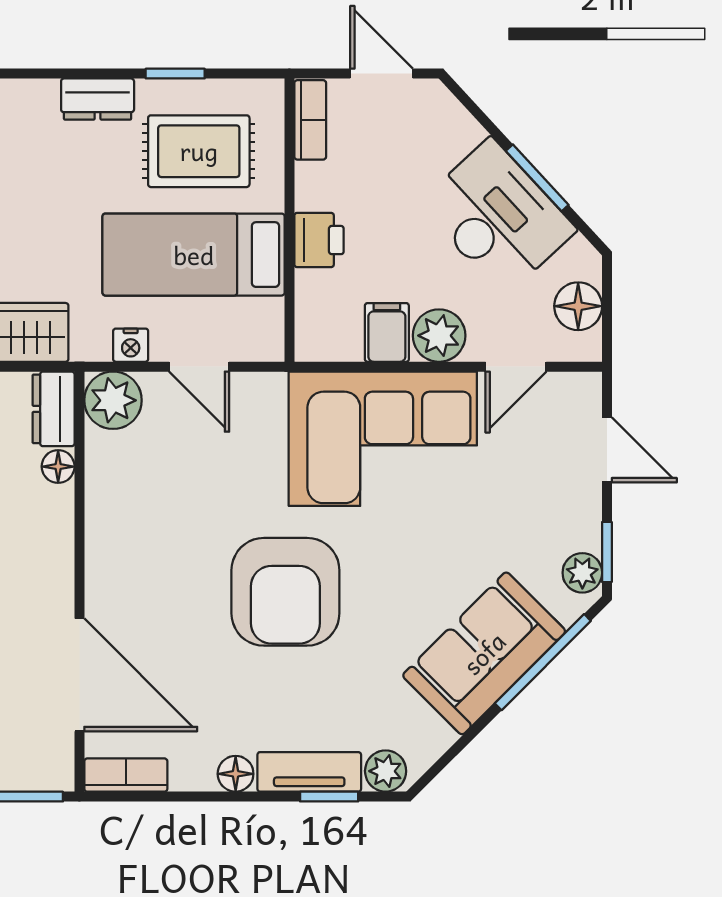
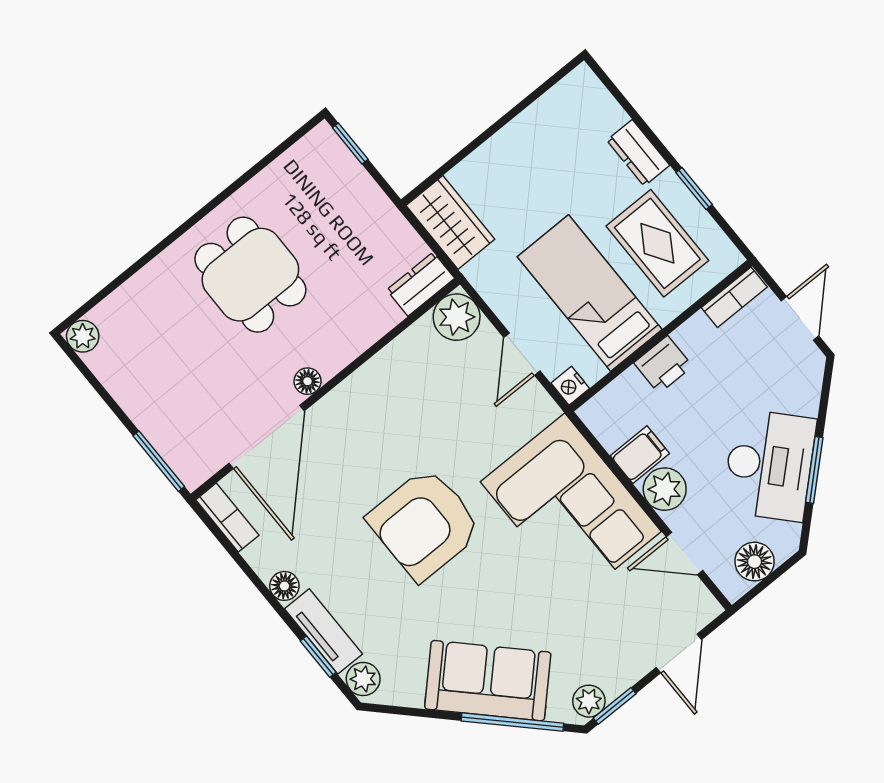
nightstand: (131, 345) -> (570, 386), moved
floor lamp: (58, 467) -> (308, 381), moved

